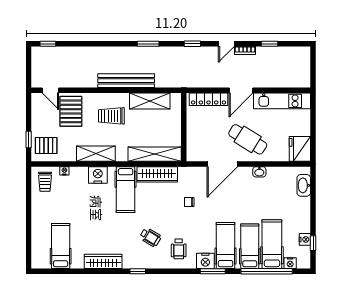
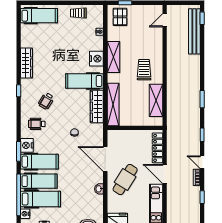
bench: (126, 81) -> (194, 31), moved
pallet: (71, 111) -> (148, 37), removed
trolley: (45, 182) -> (78, 13), moved
hospital bed: (61, 246) -> (39, 16), moved

